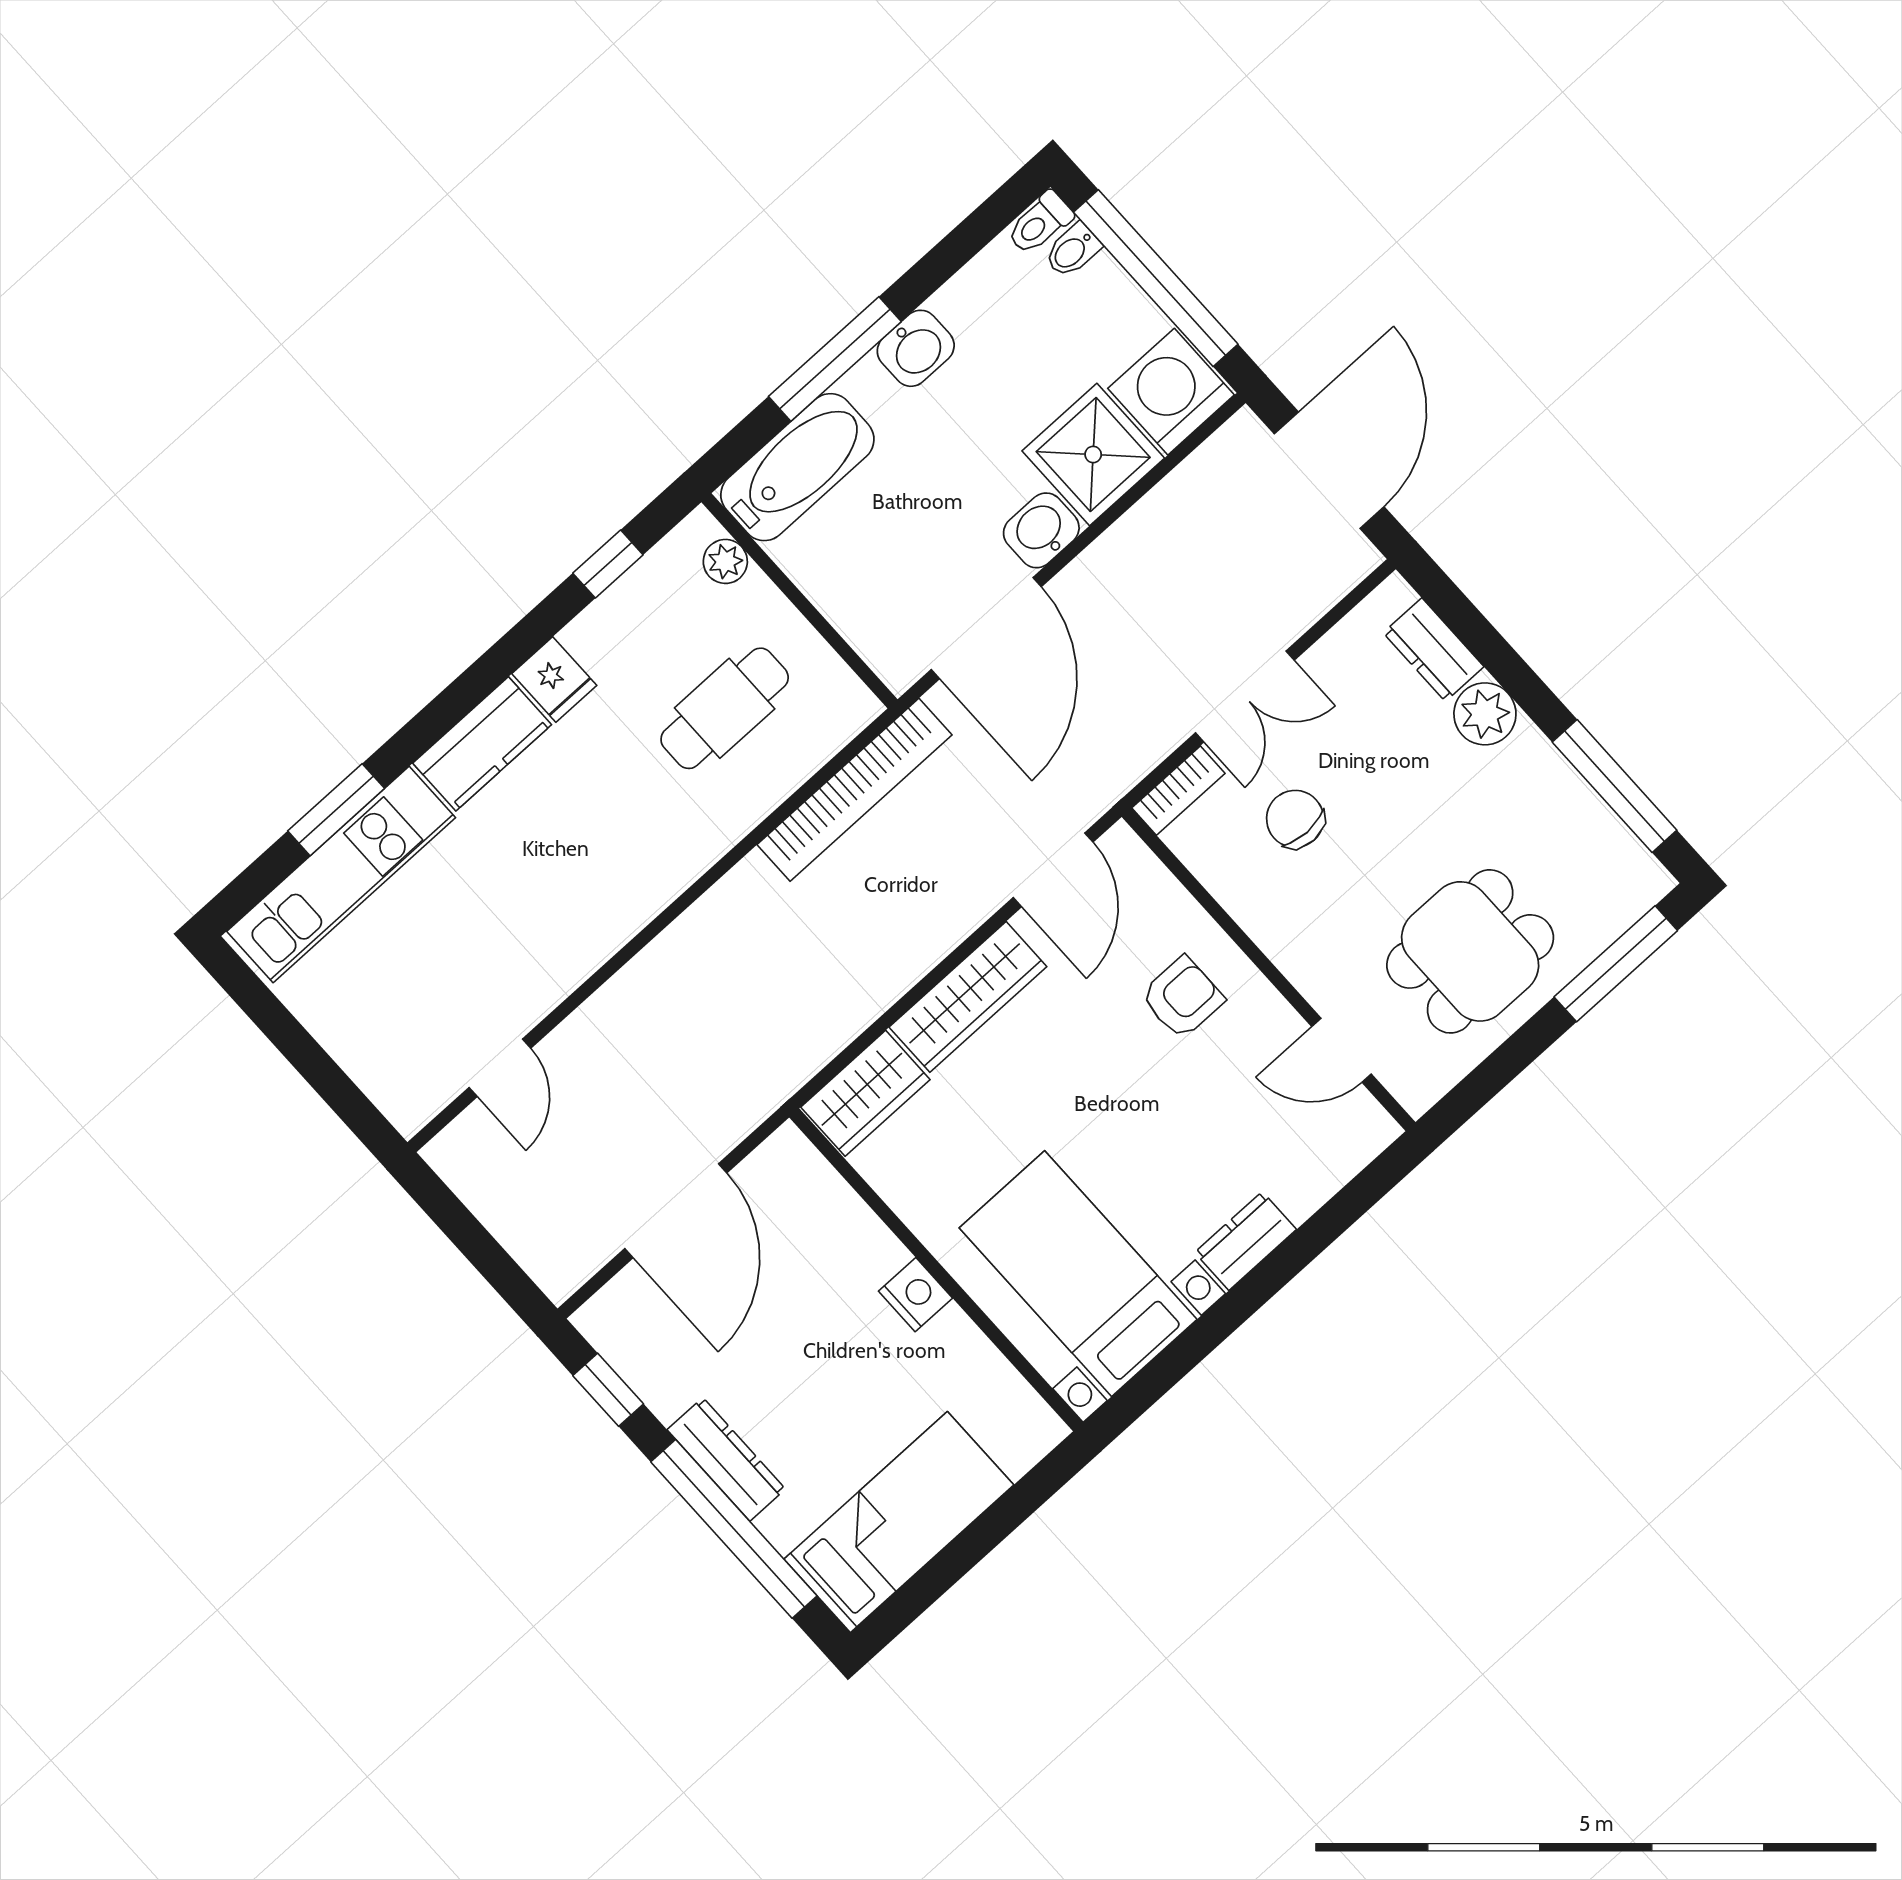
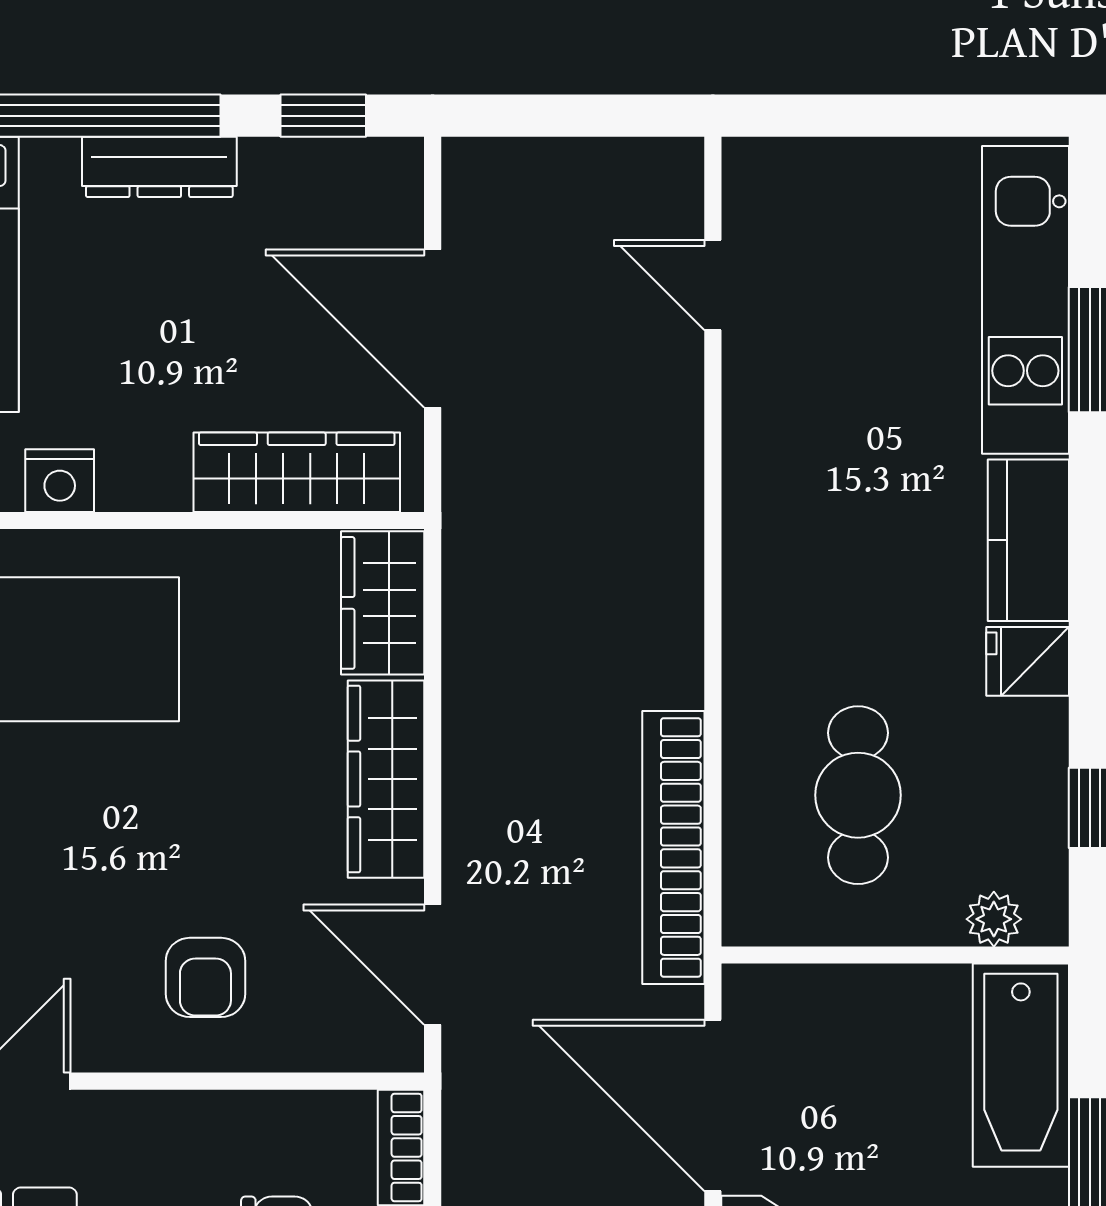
wardrobe: (834, 1214) -> (297, 472), added
nightstand: (915, 1295) -> (60, 481), moved

